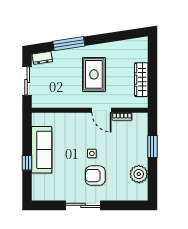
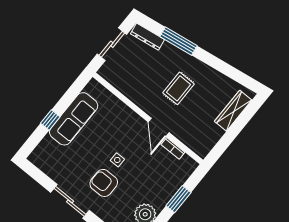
dresser: (42, 58) -> (148, 37), width x1.44
rug: (94, 74) -> (179, 88), width x0.73, depth x0.70
wardrobe: (141, 80) -> (233, 111), moved

